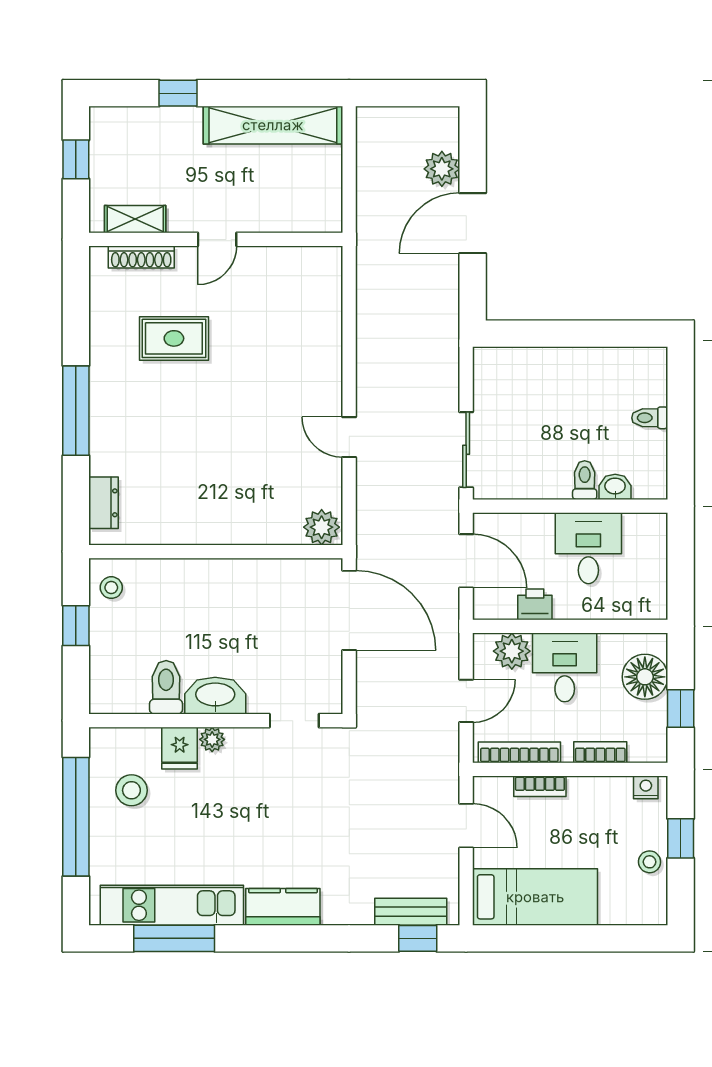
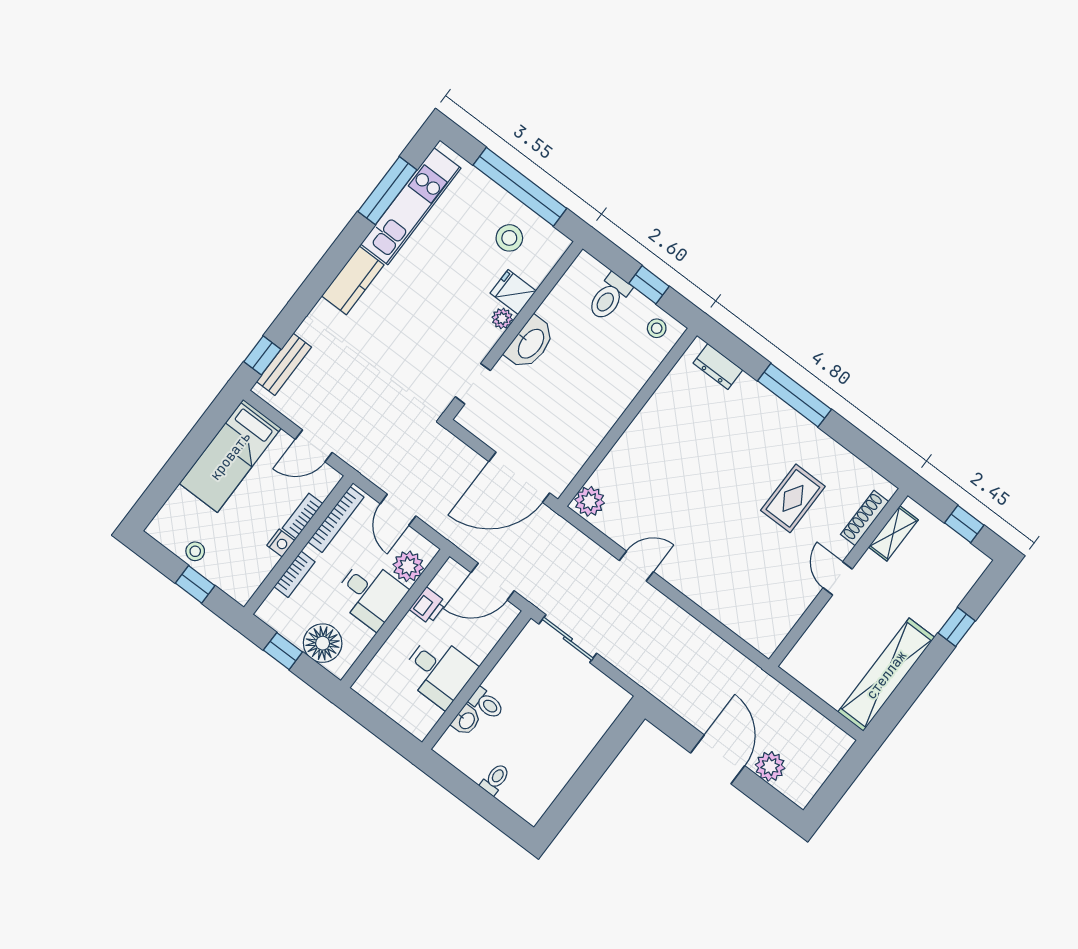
toilet: (166, 687) -> (609, 297), moved, turned 90
nightstand: (646, 787) -> (281, 543), moved

